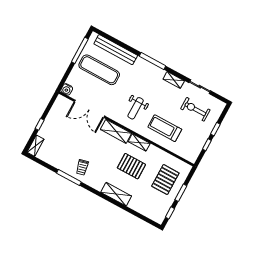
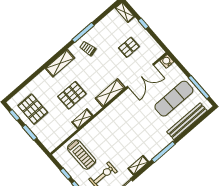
weight bench: (136, 108) -> (125, 119), removed
double door: (89, 109) -> (141, 76), swing flipped
treadmill: (165, 128) -> (82, 155), moved, turned 90
pallet: (67, 130) -> (129, 47), added
shelving: (139, 142) -> (82, 119), moved
pallet: (165, 180) -> (33, 109), moved
shelving: (116, 194) -> (60, 63), moved

